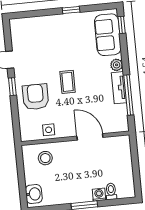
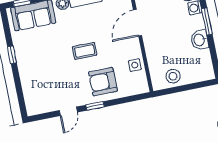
stool: (45, 158) -> (173, 76), moved
washbasin: (34, 194) -> (199, 40), moved, turned -90

